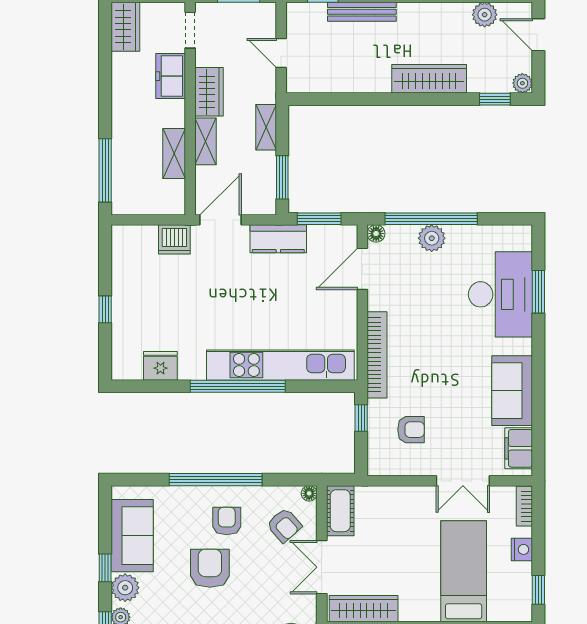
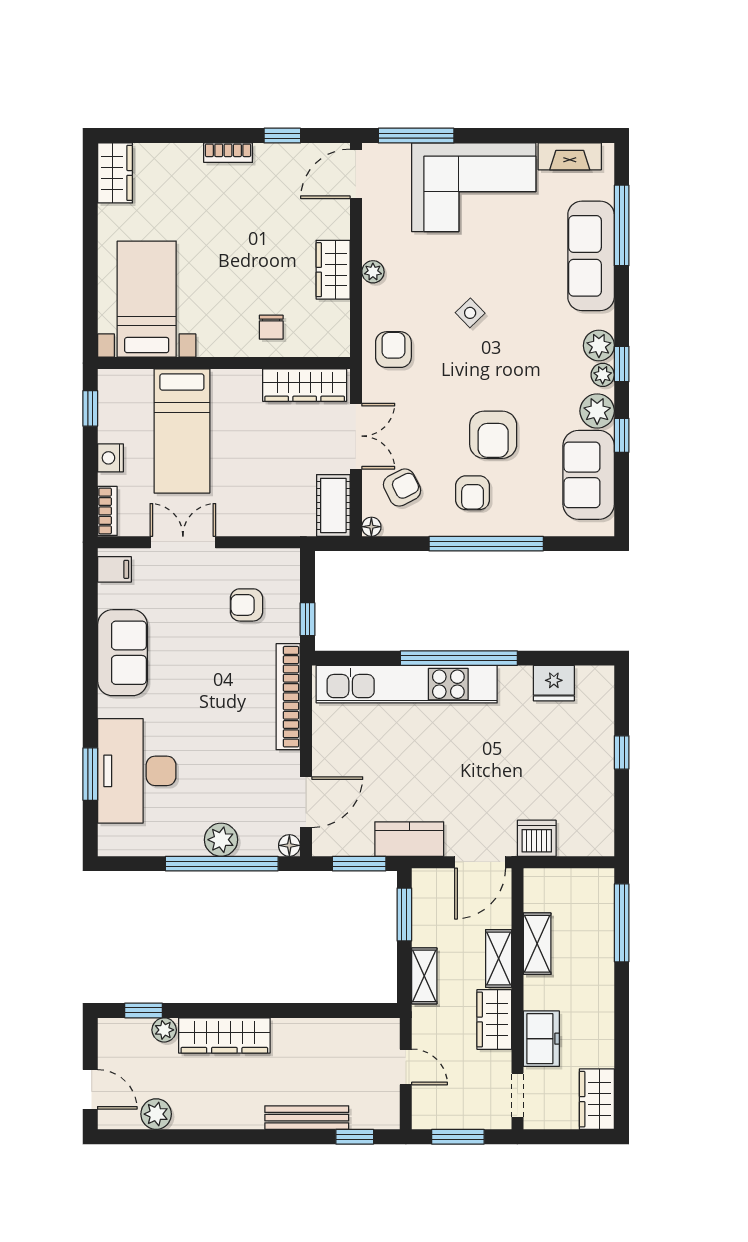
plant: (522, 83) -> (164, 1030), moved
filing cabinet: (519, 448) -> (114, 569), width x0.50
armchair: (284, 525) -> (402, 488), turned 105

